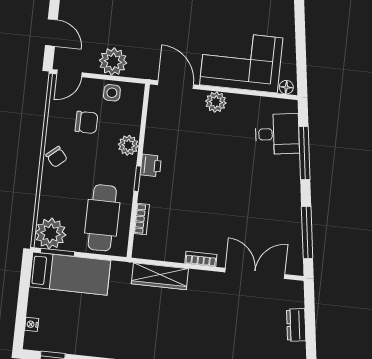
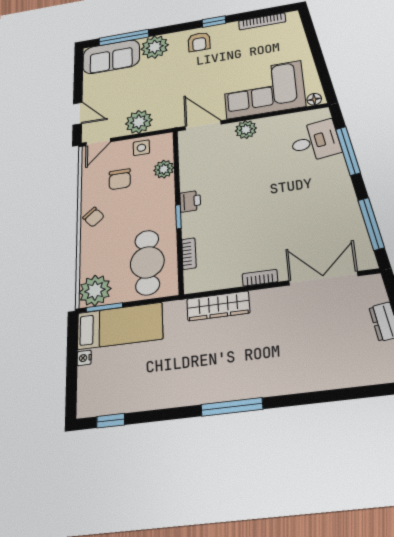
chair: (86, 122) -> (120, 179), turned 90
plant: (128, 145) -> (164, 169), moved
nightstand: (32, 324) -> (84, 358), moved

